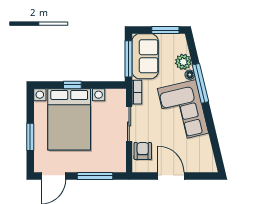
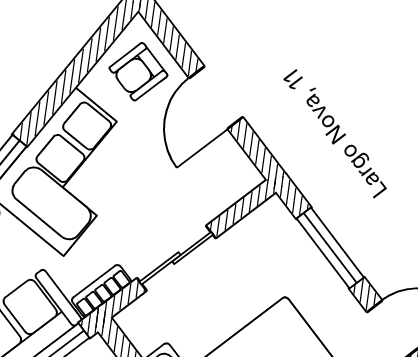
armchair: (143, 151) -> (138, 72), moved

